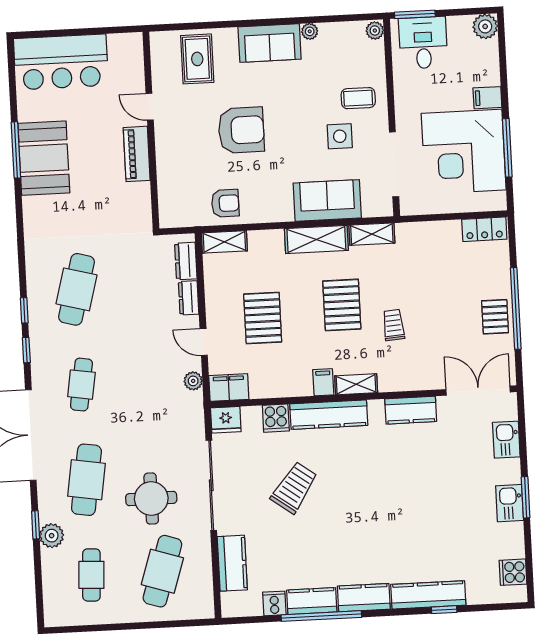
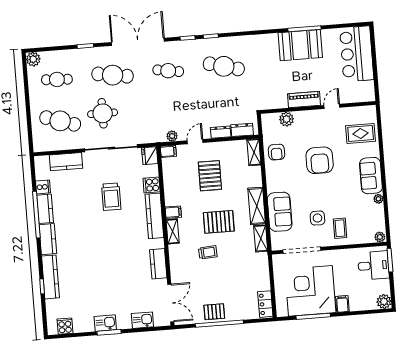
plant: (169, 185) -> (286, 119), added
pallet: (263, 318) -> (210, 176), turned 90
filing cabinet: (229, 387) -> (168, 151), width x0.50
trolley: (294, 488) -> (111, 197), turned 54
plant: (52, 536) -> (33, 59), moved

